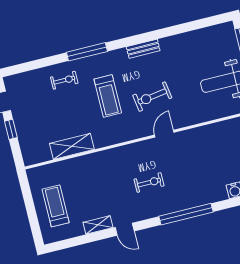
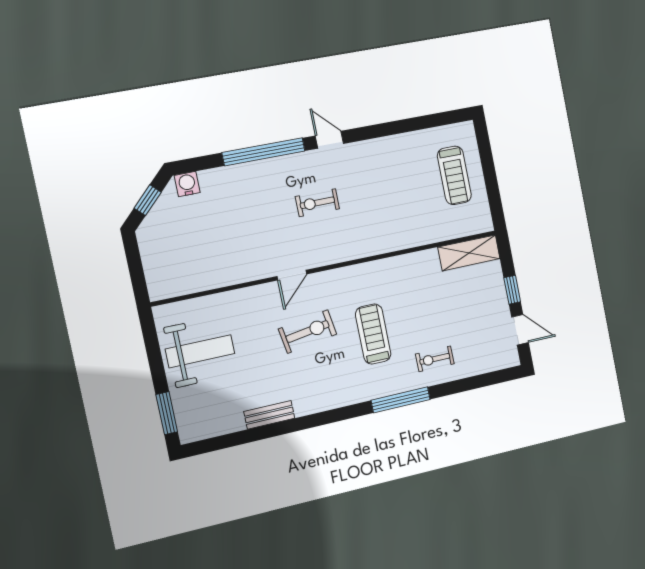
bench: (143, 49) -> (269, 415), moved
shelving: (72, 146) -> (469, 253), moved
shelving: (98, 225) -> (395, 144), removed
door: (125, 229) -> (329, 140), moved

